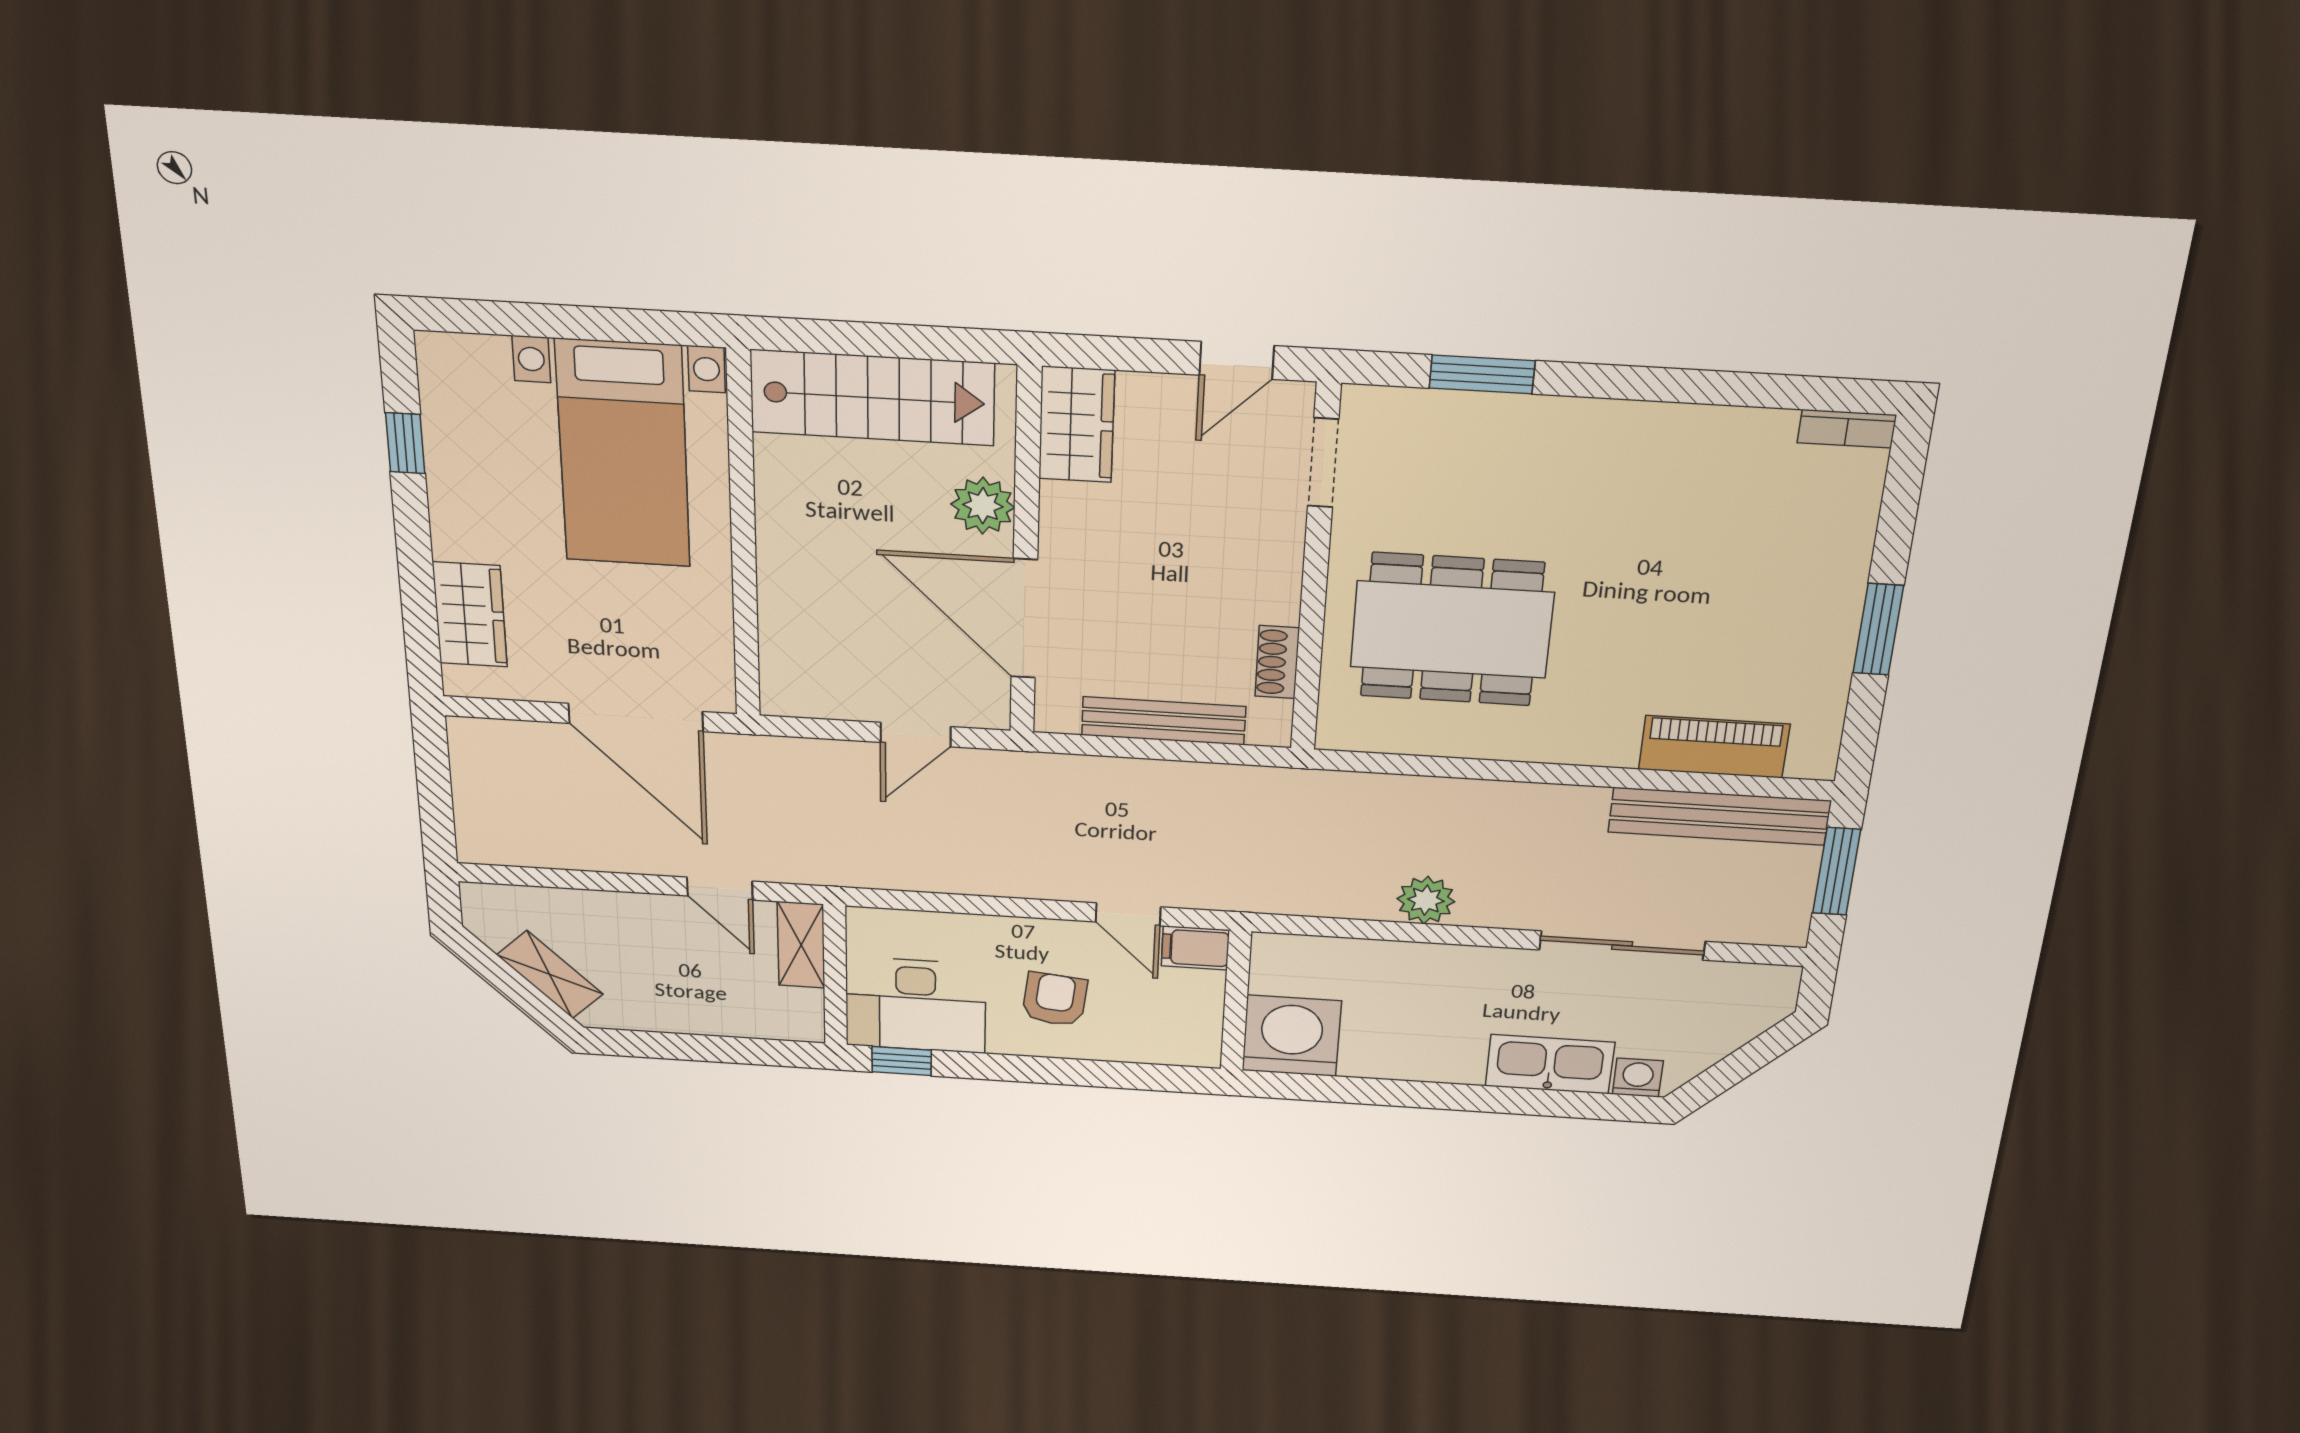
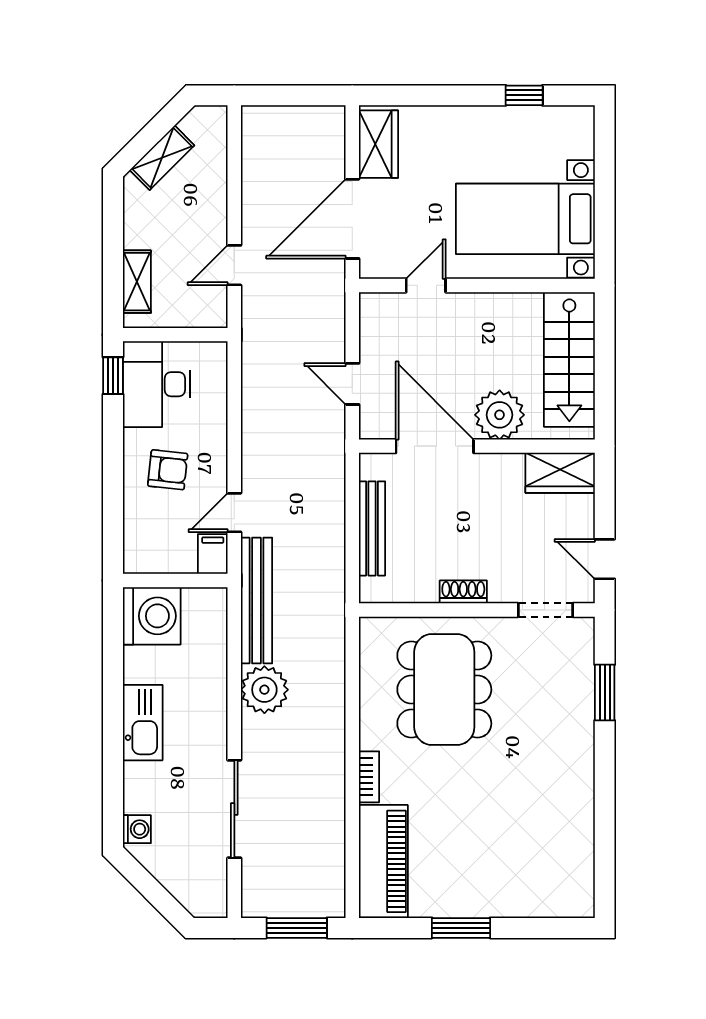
bookcase: (1847, 429) -> (369, 777), moved, turned 180
plant: (983, 506) -> (500, 415), width x1.36, depth x1.36
wardrobe: (470, 615) -> (378, 144), moved, turned -90
door: (746, 615) -> (426, 285), added
door: (1024, 619) -> (435, 446), hinge flipped
shoe rack: (1277, 662) -> (463, 592), moved
piano: (1714, 747) -> (383, 861), width x1.37, depth x1.33
bench: (1719, 816) -> (256, 600), moved
plant: (1426, 900) -> (264, 690), width x1.36, depth x1.36
shelving: (801, 945) -> (137, 282), moved, turned 90
kitchen sink: (1550, 1064) -> (143, 723), moved

